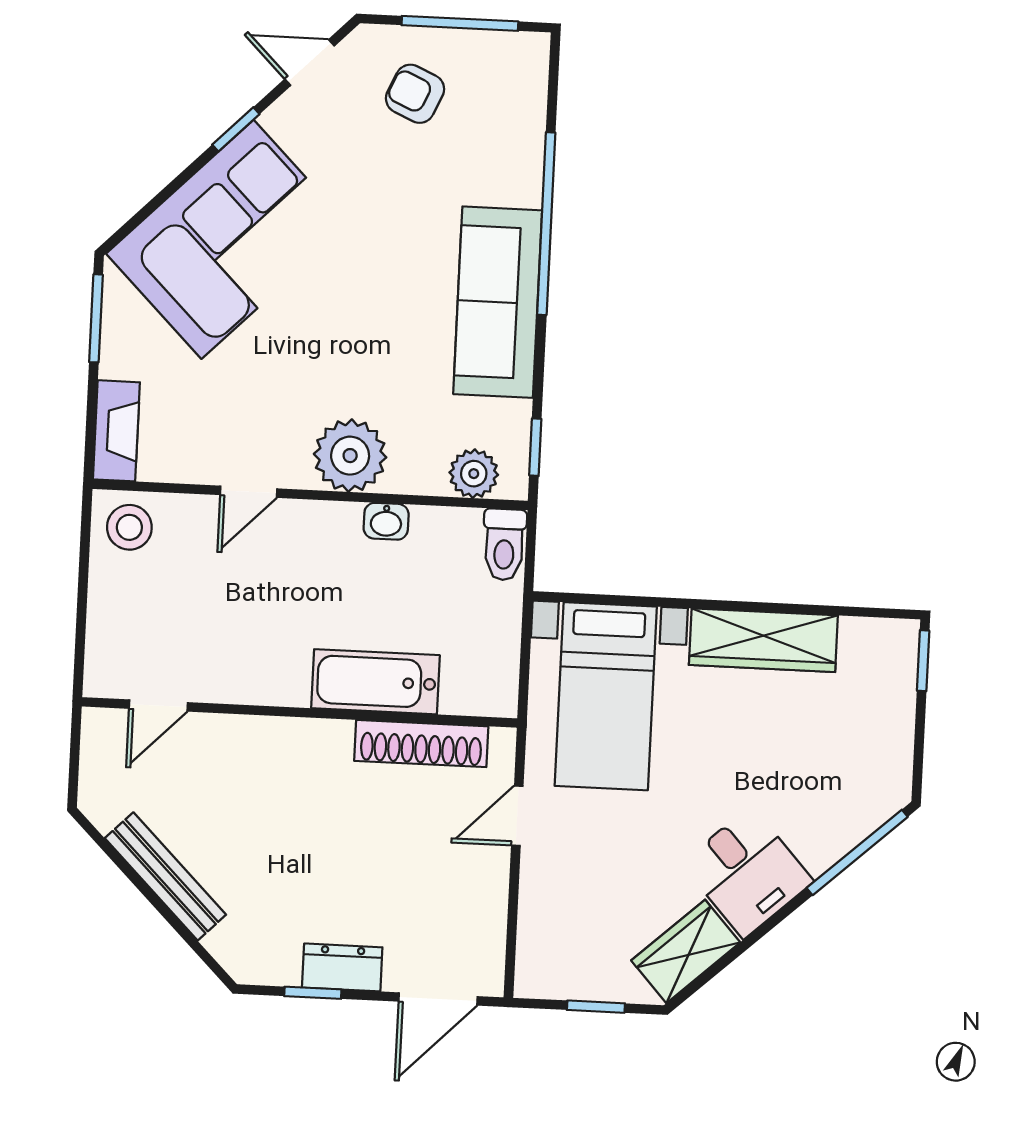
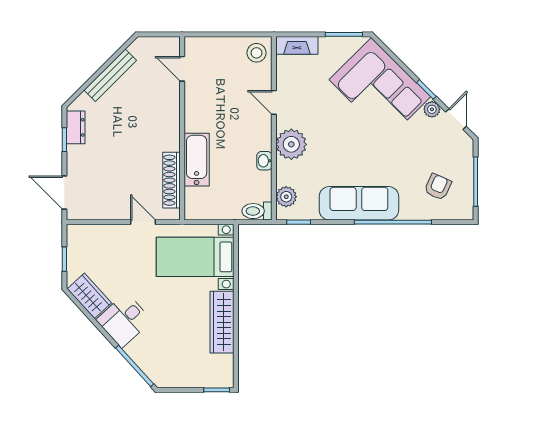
armchair: (415, 94) -> (438, 187), moved
plant: (284, 118) -> (432, 109), added
dresser: (342, 967) -> (76, 127), moved

